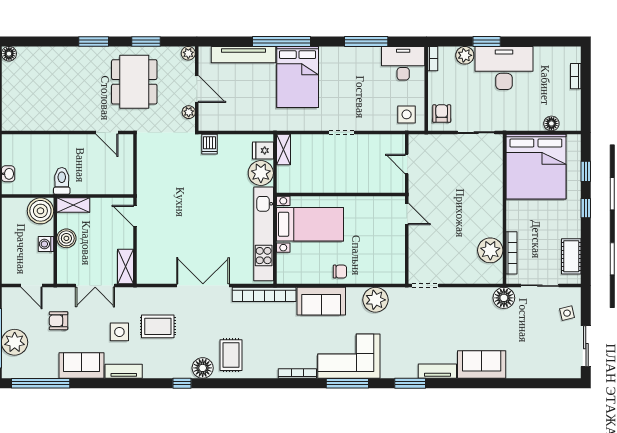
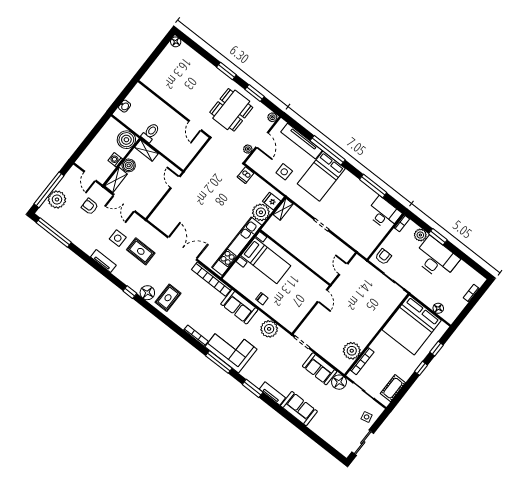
side table: (407, 114) -> (284, 172), moved
shelving: (126, 267) -> (116, 180), moved
sofa: (81, 365) -> (320, 369), moved, turned 180

